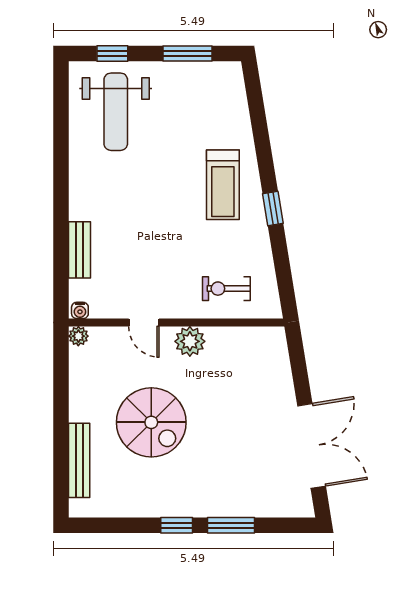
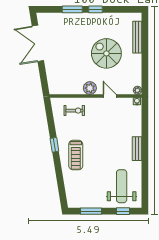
treadmill: (223, 185) -> (76, 155), turned 180
bench: (80, 250) -> (137, 149), moved

